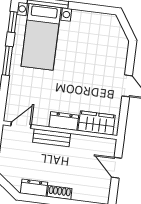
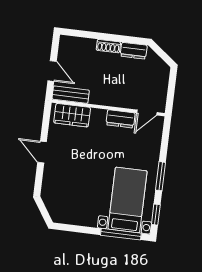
dresser: (64, 121) -> (120, 119), moved
bench: (52, 138) -> (71, 95), moved

